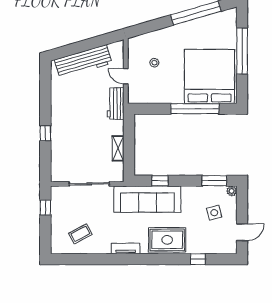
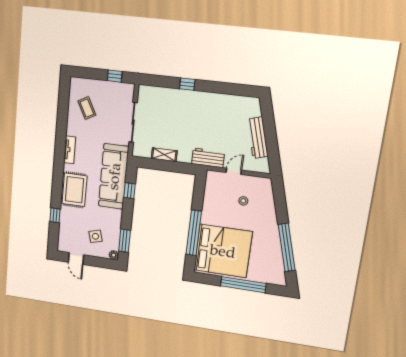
workbench: (83, 62) -> (258, 138), width x0.73, depth x0.76

